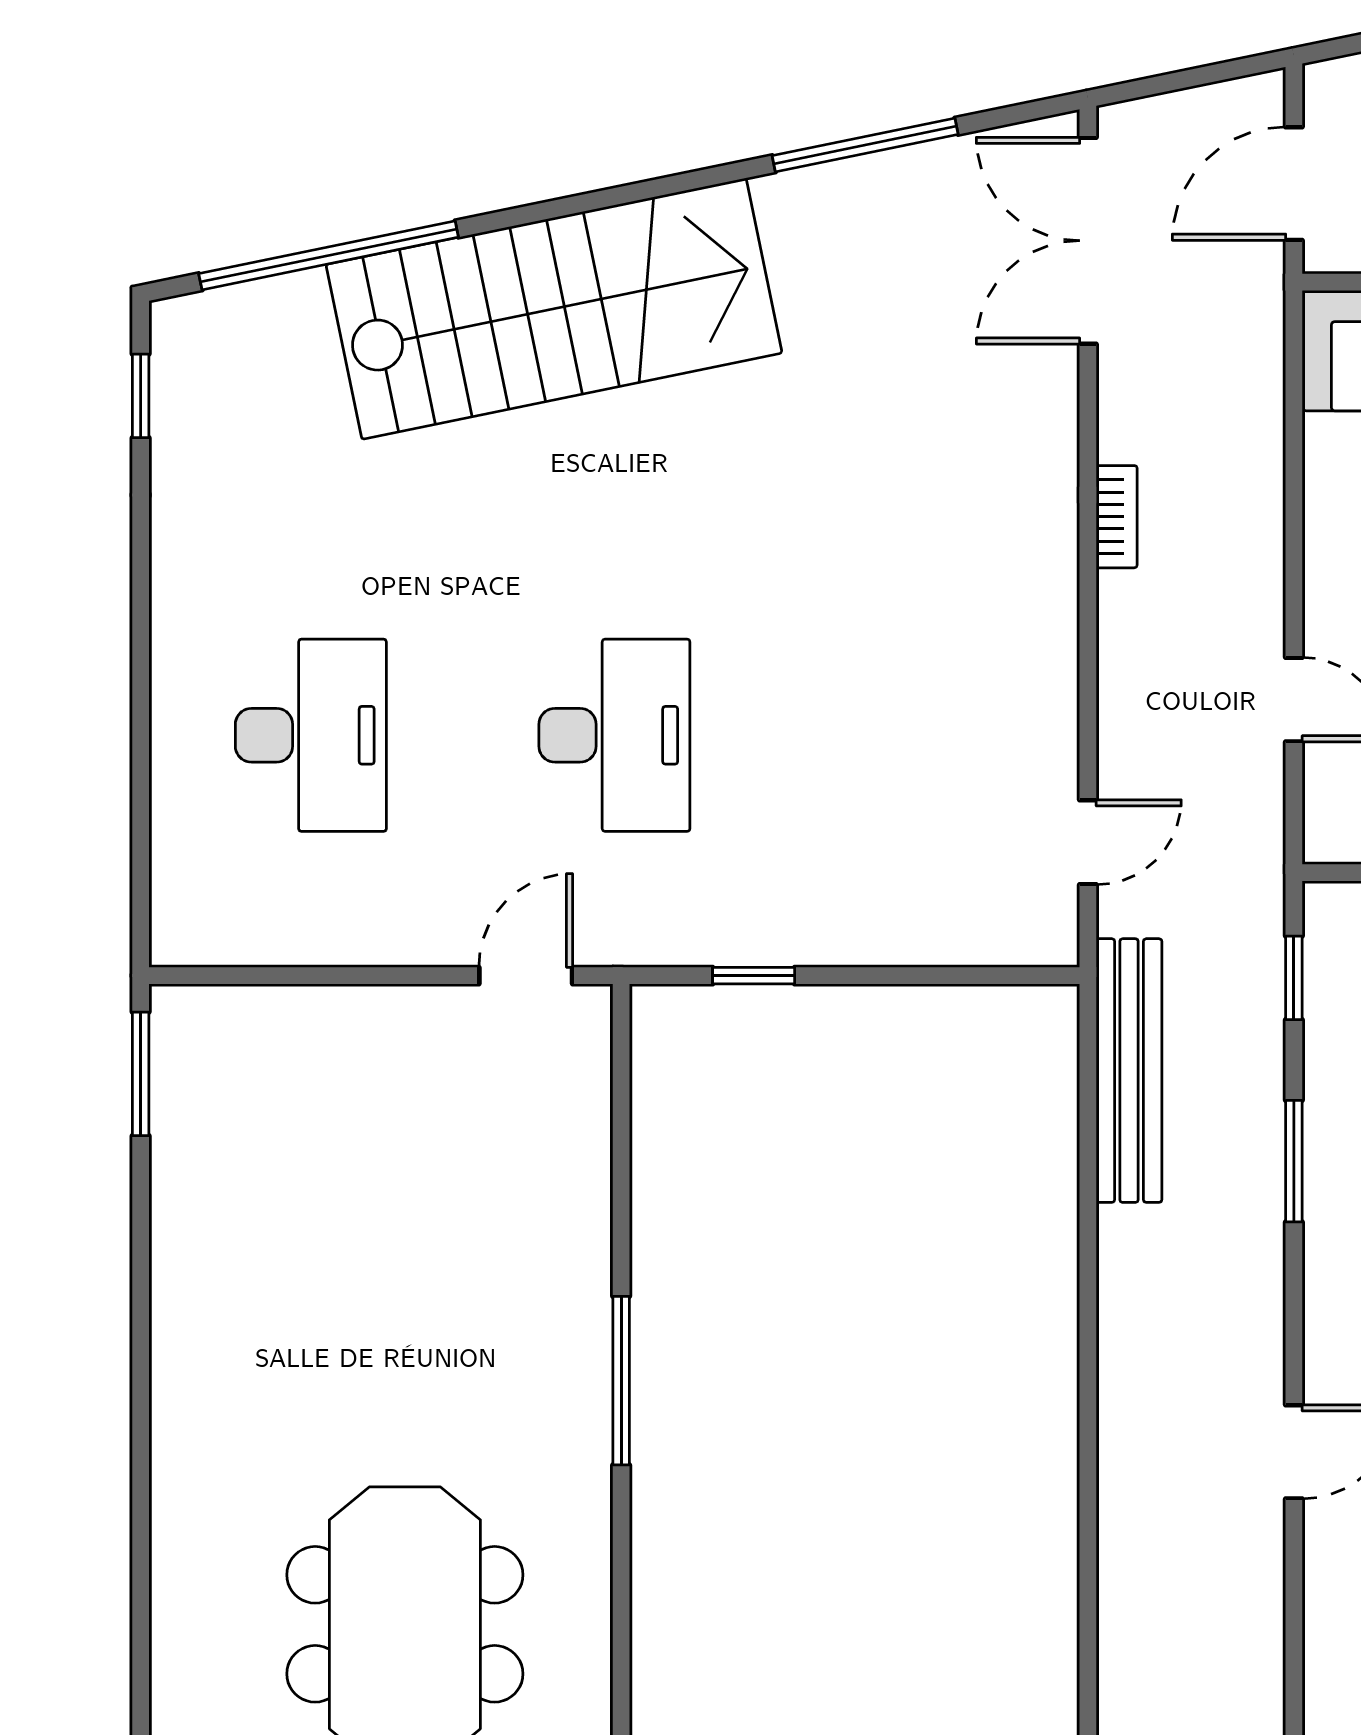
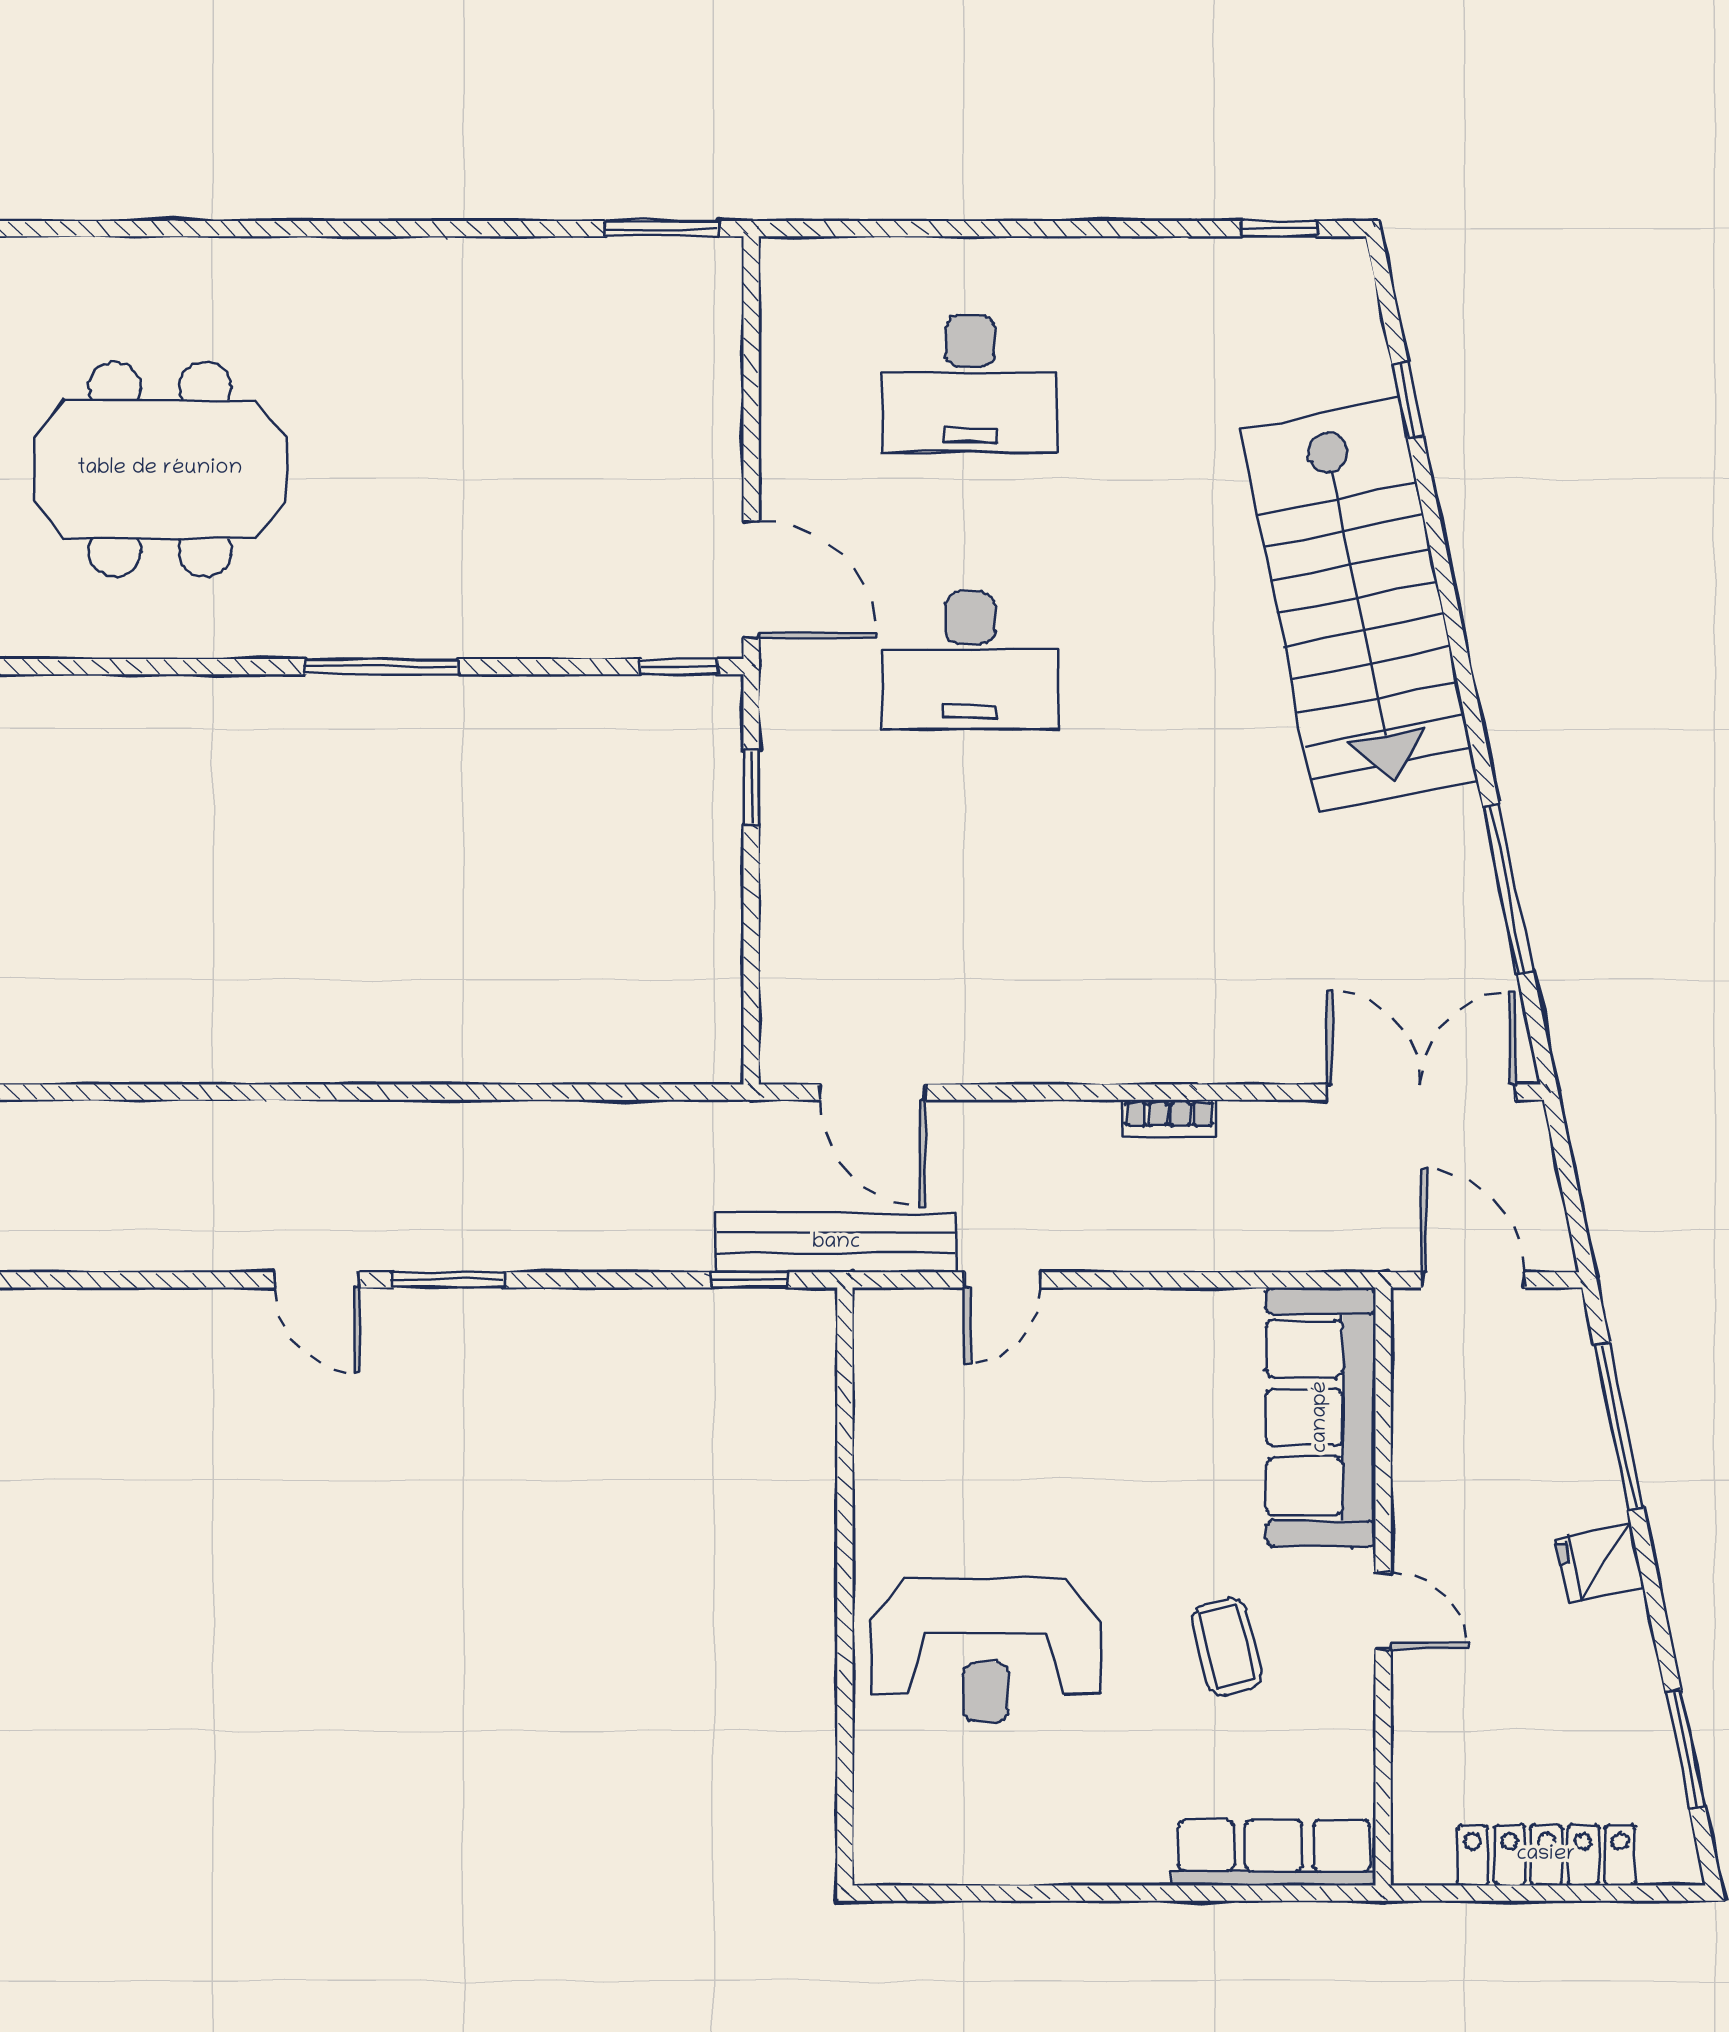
window: (329, 255) -> (1408, 400), width x0.32
door: (1088, 842) -> (873, 1092), width x1.38
door: (526, 976) -> (751, 580), width x1.38
window: (621, 1055) -> (679, 667), added
bench: (1129, 1071) -> (836, 1243), moved
window: (1294, 1161) -> (448, 1280), moved

